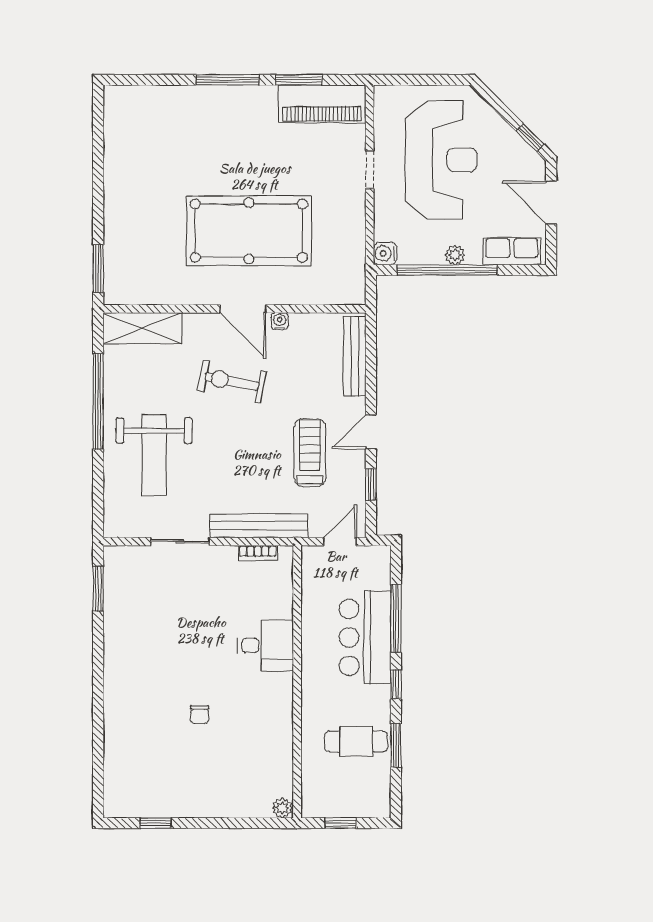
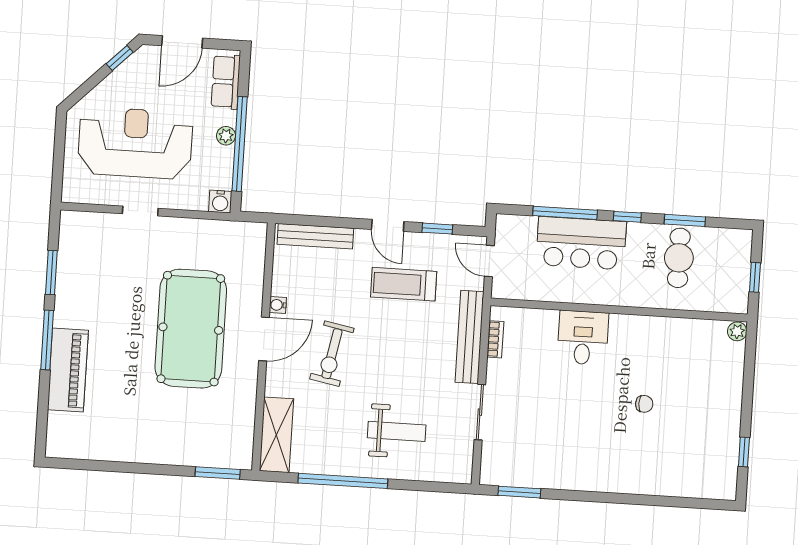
piano: (322, 104) -> (68, 370), moved
weight bench: (154, 455) -> (397, 431), width x0.73, depth x0.75

